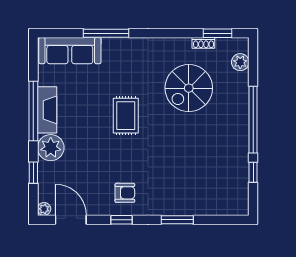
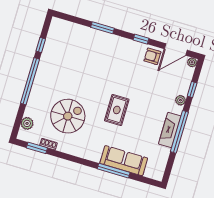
sofa: (70, 51) -> (124, 161), moved
plant: (51, 148) -> (180, 100), width x0.53, depth x0.53
armchair: (125, 193) -> (152, 56), moved
door: (71, 220) -> (176, 49), hinge flipped

